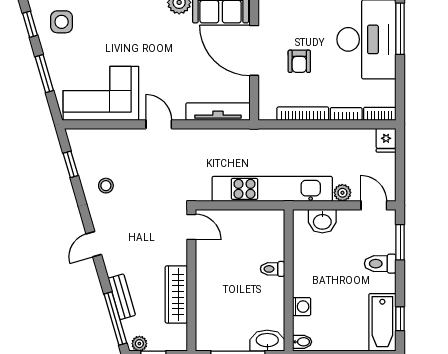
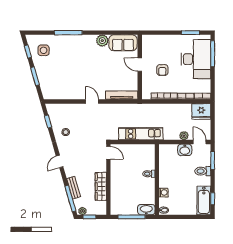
door: (254, 50) -> (140, 65), width x0.53
corner sofa: (101, 93) -> (63, 86), removed
fridge: (386, 140) -> (201, 111), width x1.88, depth x1.34
kitchen unit: (272, 189) -> (141, 134), width x0.73
washbasin: (322, 221) -> (185, 150), moved

